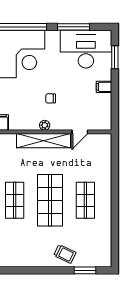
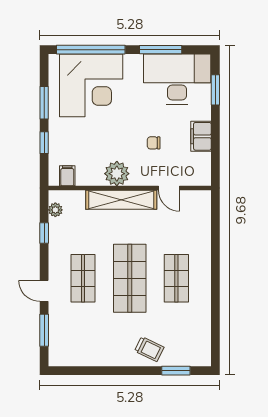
filing cabinet: (104, 87) -> (201, 136), width x2.00
chair: (51, 98) -> (154, 143), moved
plant: (45, 125) -> (117, 174), width x1.87, depth x1.87
door: (80, 132) -> (169, 188), hinge flipped

